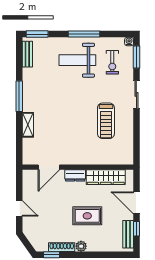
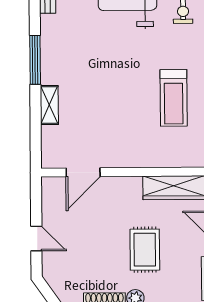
dresser: (75, 175) -> (125, 185), removed
rug: (87, 216) -> (145, 250), turned 90

